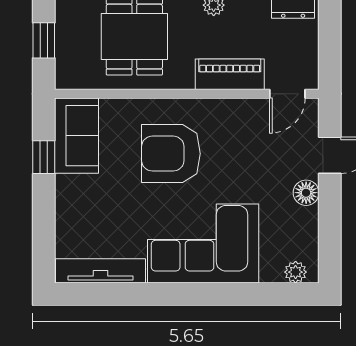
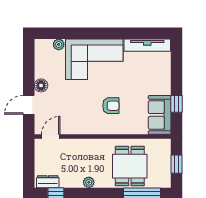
piano: (230, 74) -> (80, 147), removed
armchair: (171, 154) -> (111, 106), width x0.53, depth x0.53
plant: (296, 272) -> (59, 44), moved

